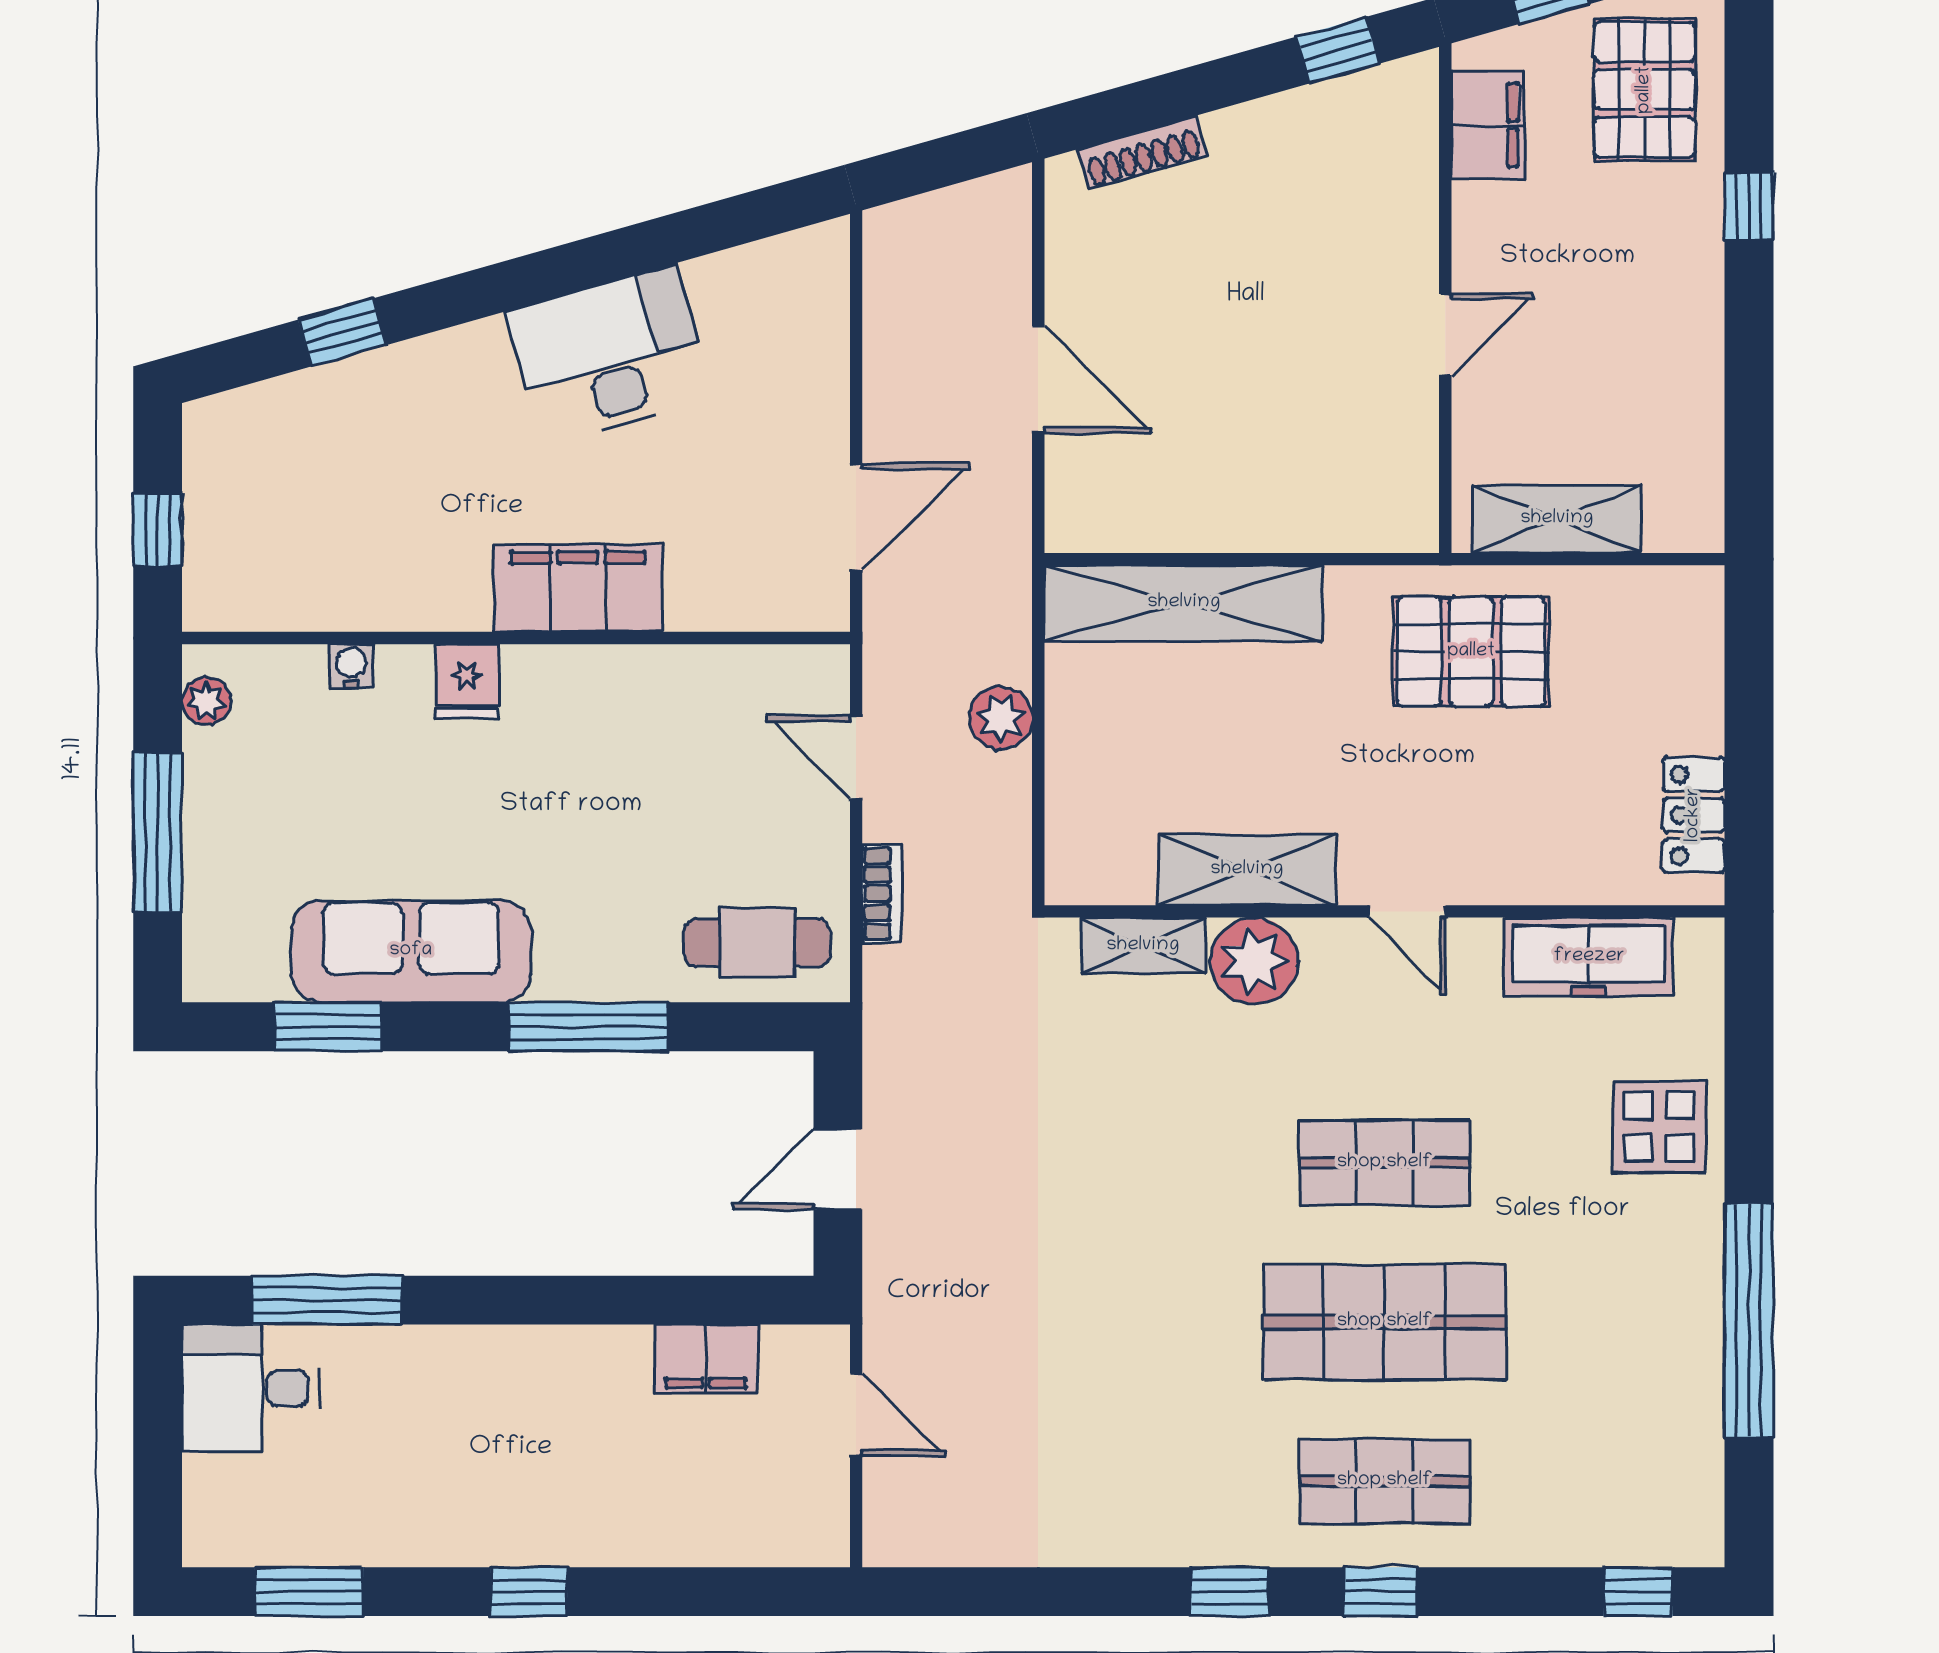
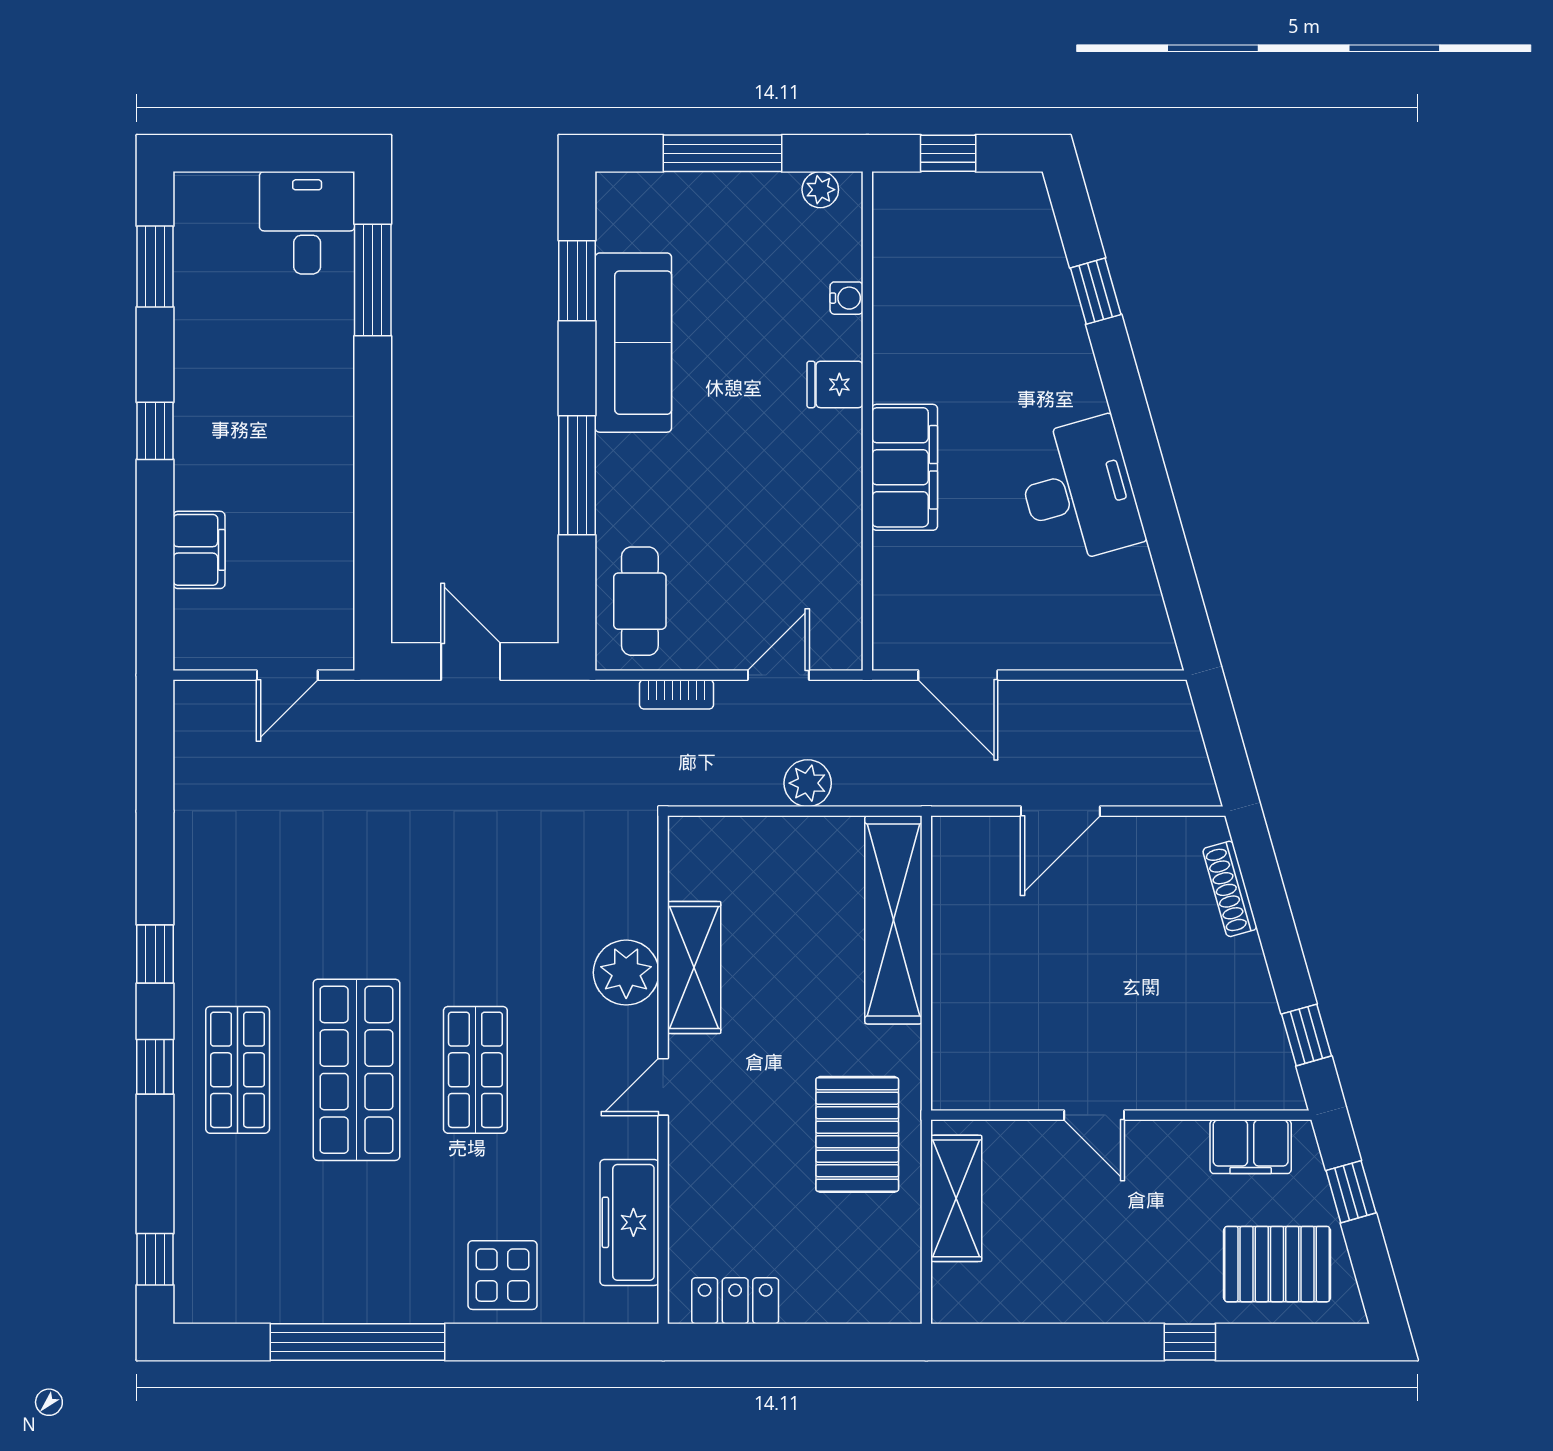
shelving: (1143, 946) -> (638, 890), removed
filing cabinet: (706, 1359) -> (199, 550), moved, turned 180

